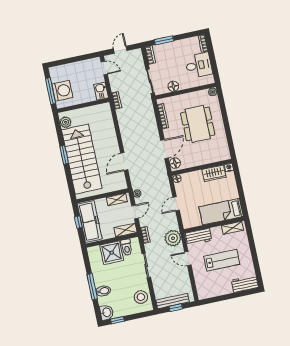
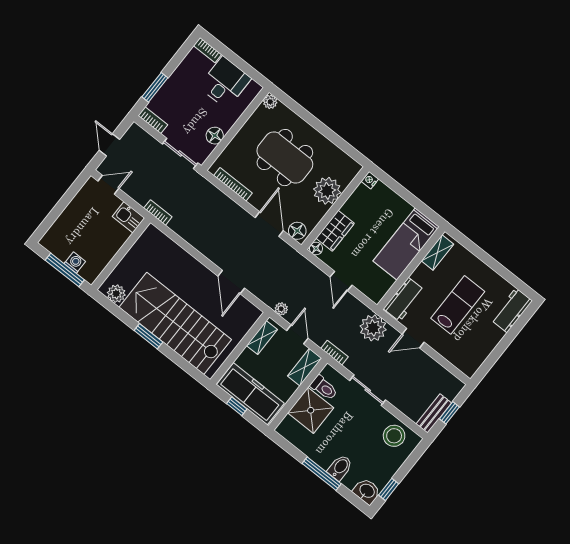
washing machine: (62, 91) -> (75, 263), width x0.53, depth x0.53
plant: (205, 156) -> (327, 191), added
wardrobe: (214, 173) -> (335, 231), moved
bench: (172, 301) -> (434, 413), width x0.73

